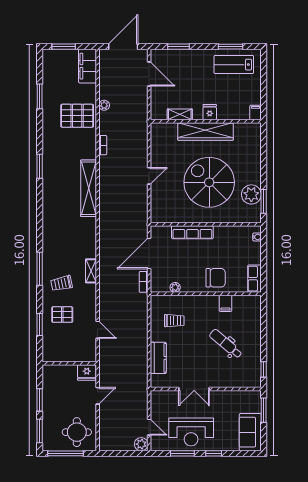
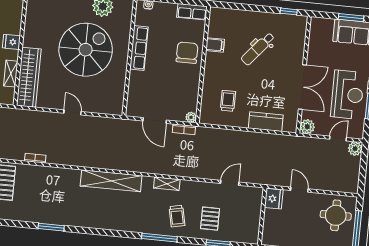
wardrobe: (205, 132) -> (29, 77), moved
spiral stairs: (209, 182) -> (86, 50), turned 180
shelving: (89, 188) -> (111, 181), moved
row of seats: (192, 232) -> (139, 48), moved
door: (149, 254) -> (155, 120), width x0.73
plant: (175, 287) -> (191, 117), moved
double door: (194, 389) -> (302, 87), width x1.37
plant: (157, 397) -> (307, 127), added
window: (264, 410) -> (351, 18), moved

